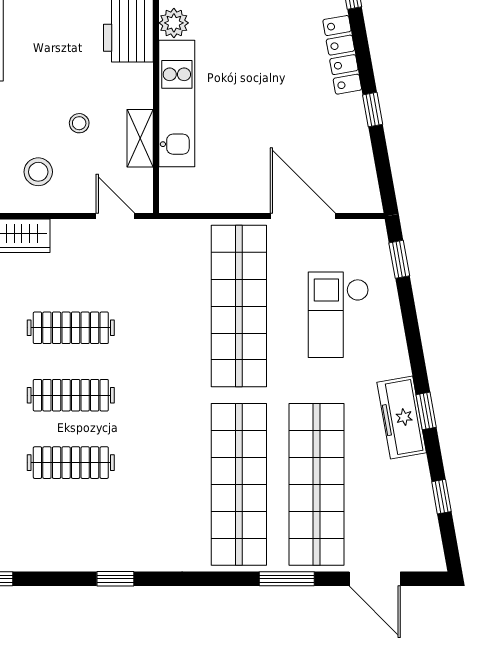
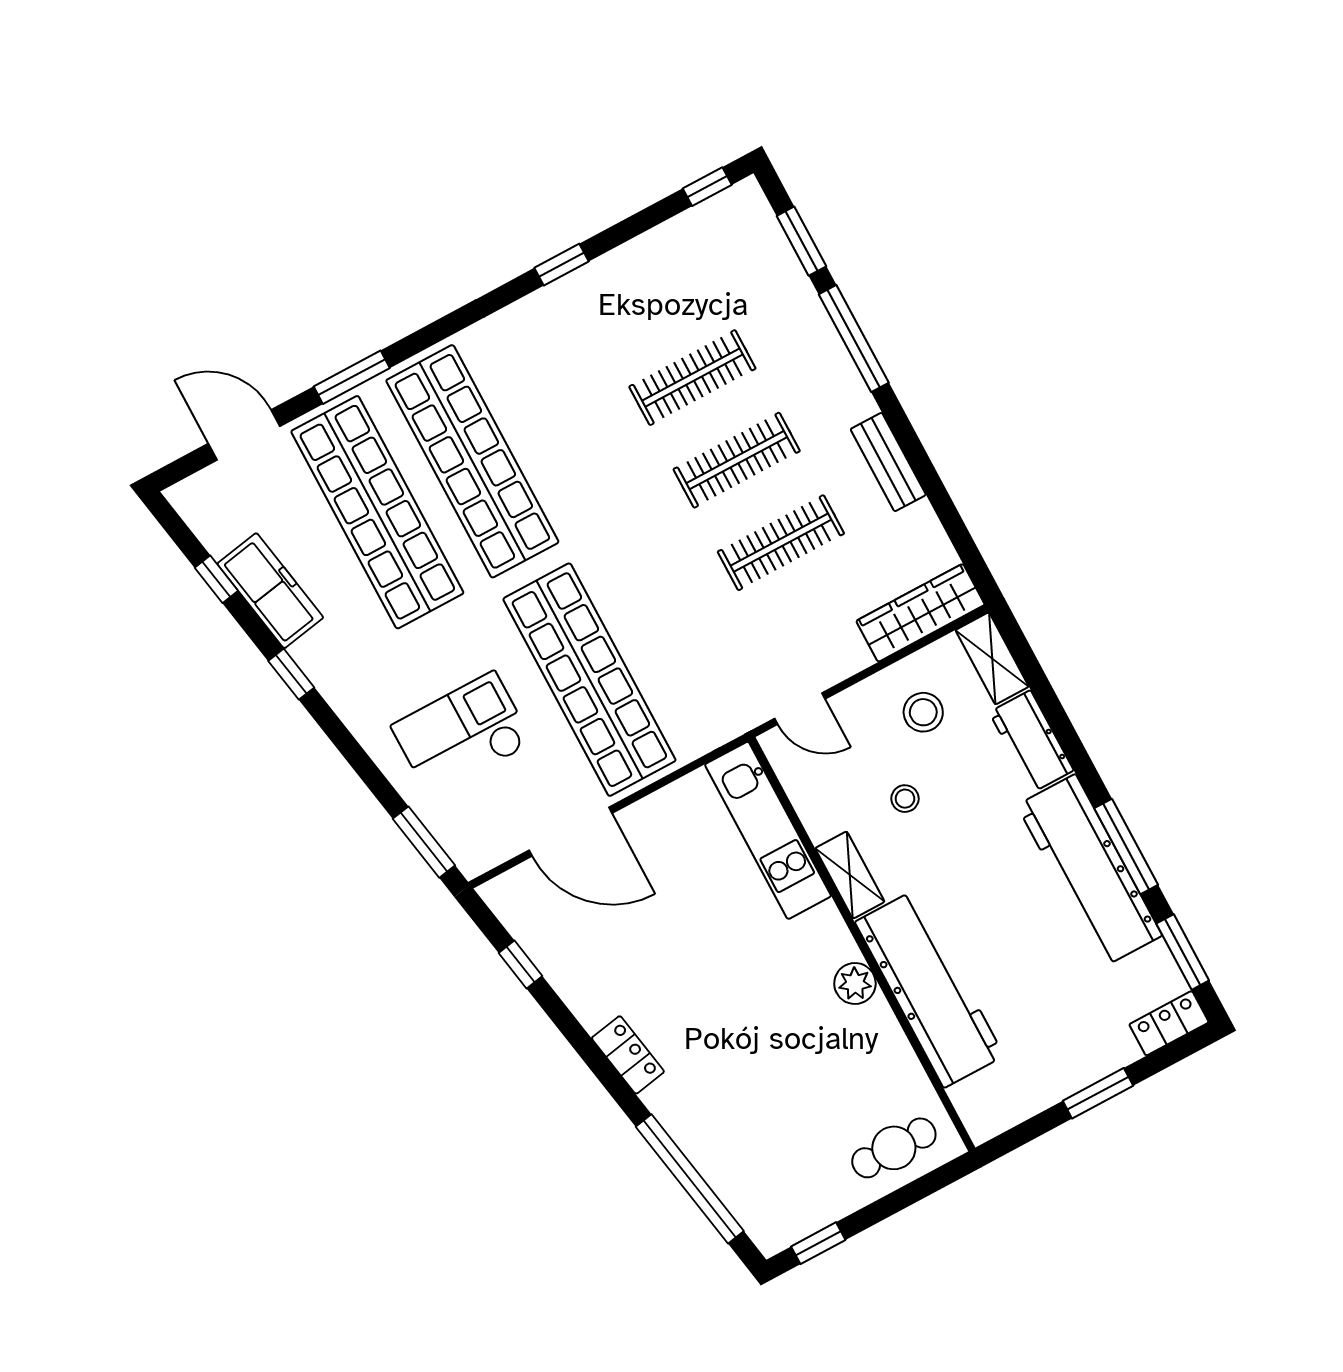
locker: (342, 55) -> (628, 1055), width x0.66
kitchen unit: (177, 104) -> (768, 830), moved
window: (373, 110) -> (520, 964), moved
shelving: (140, 138) -> (850, 875), moved
window: (399, 259) -> (424, 842), width x1.50
checkout: (338, 315) -> (462, 734), turned -90
freezer: (402, 418) -> (270, 591), moved

